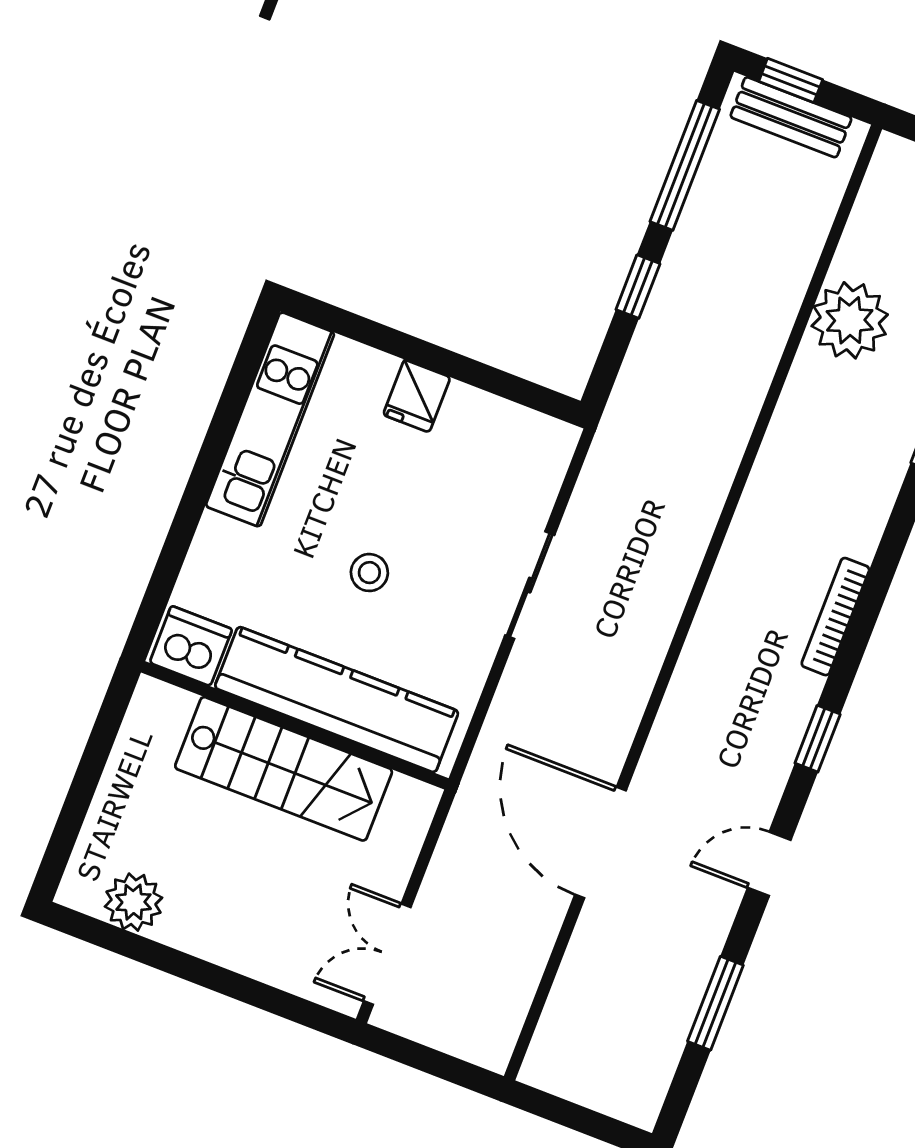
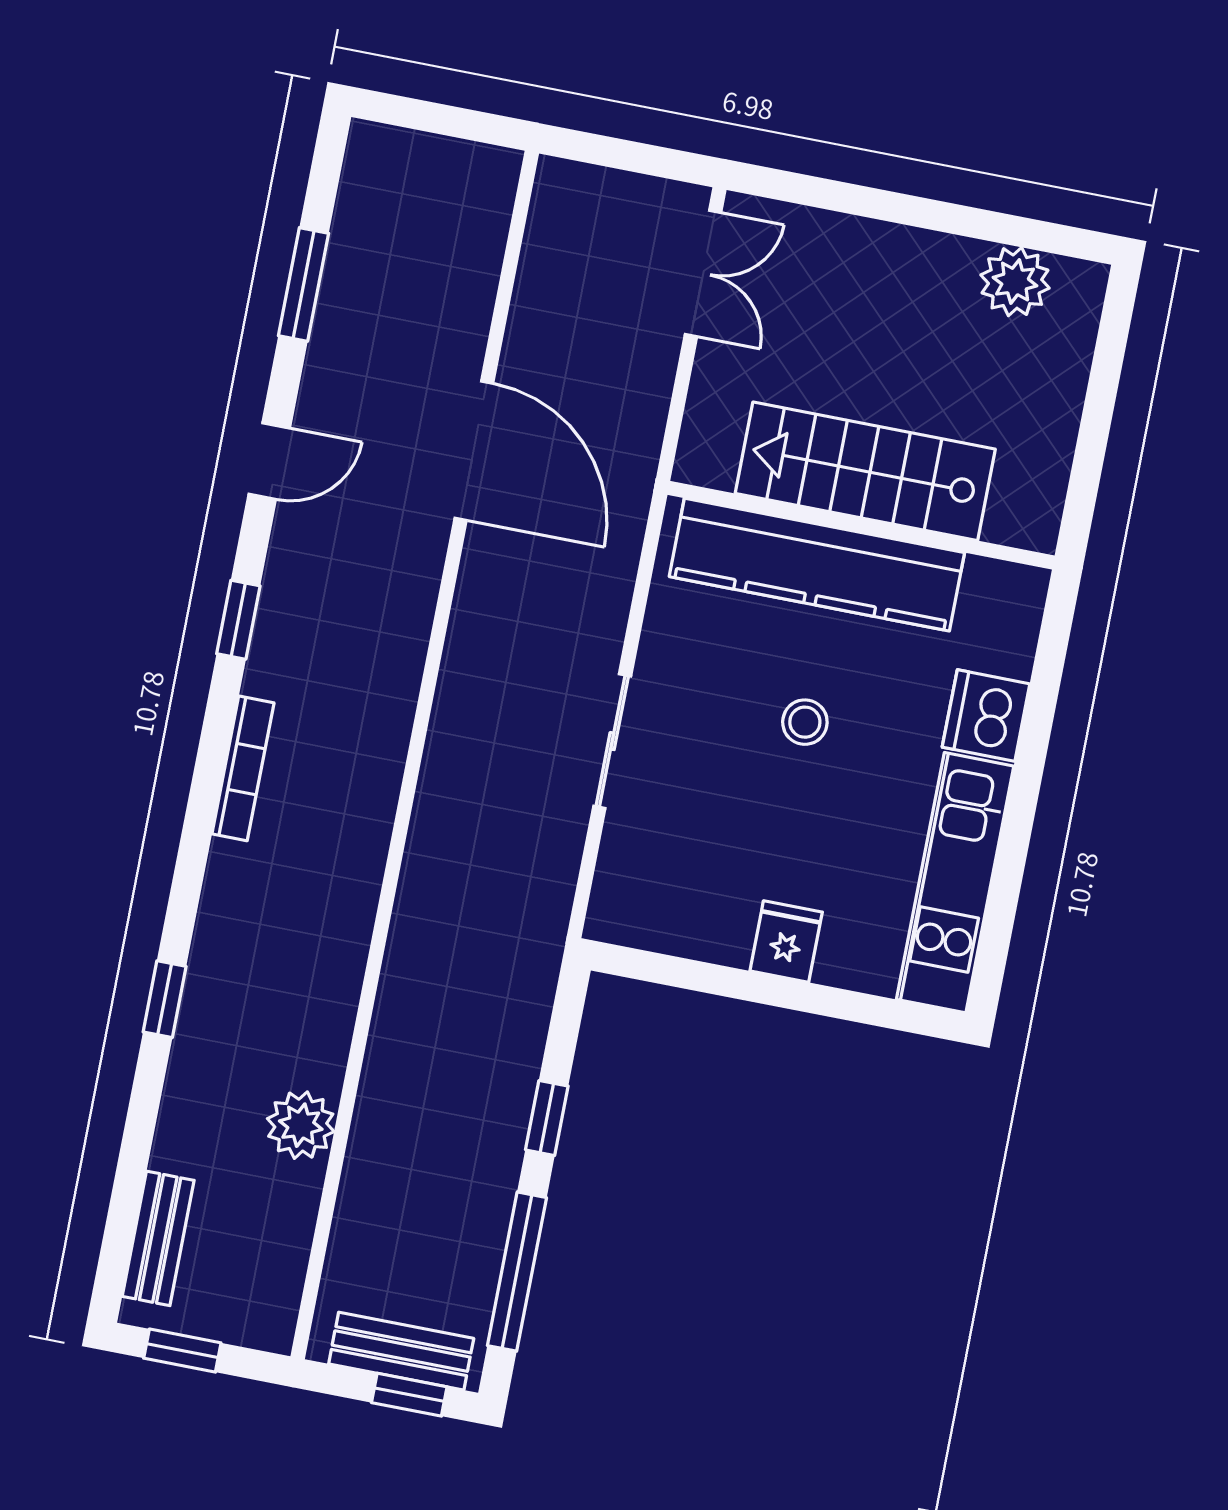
plant: (850, 320) -> (301, 1125), width x0.73, depth x0.73
dishwasher: (191, 646) -> (986, 715), moved, turned 90

